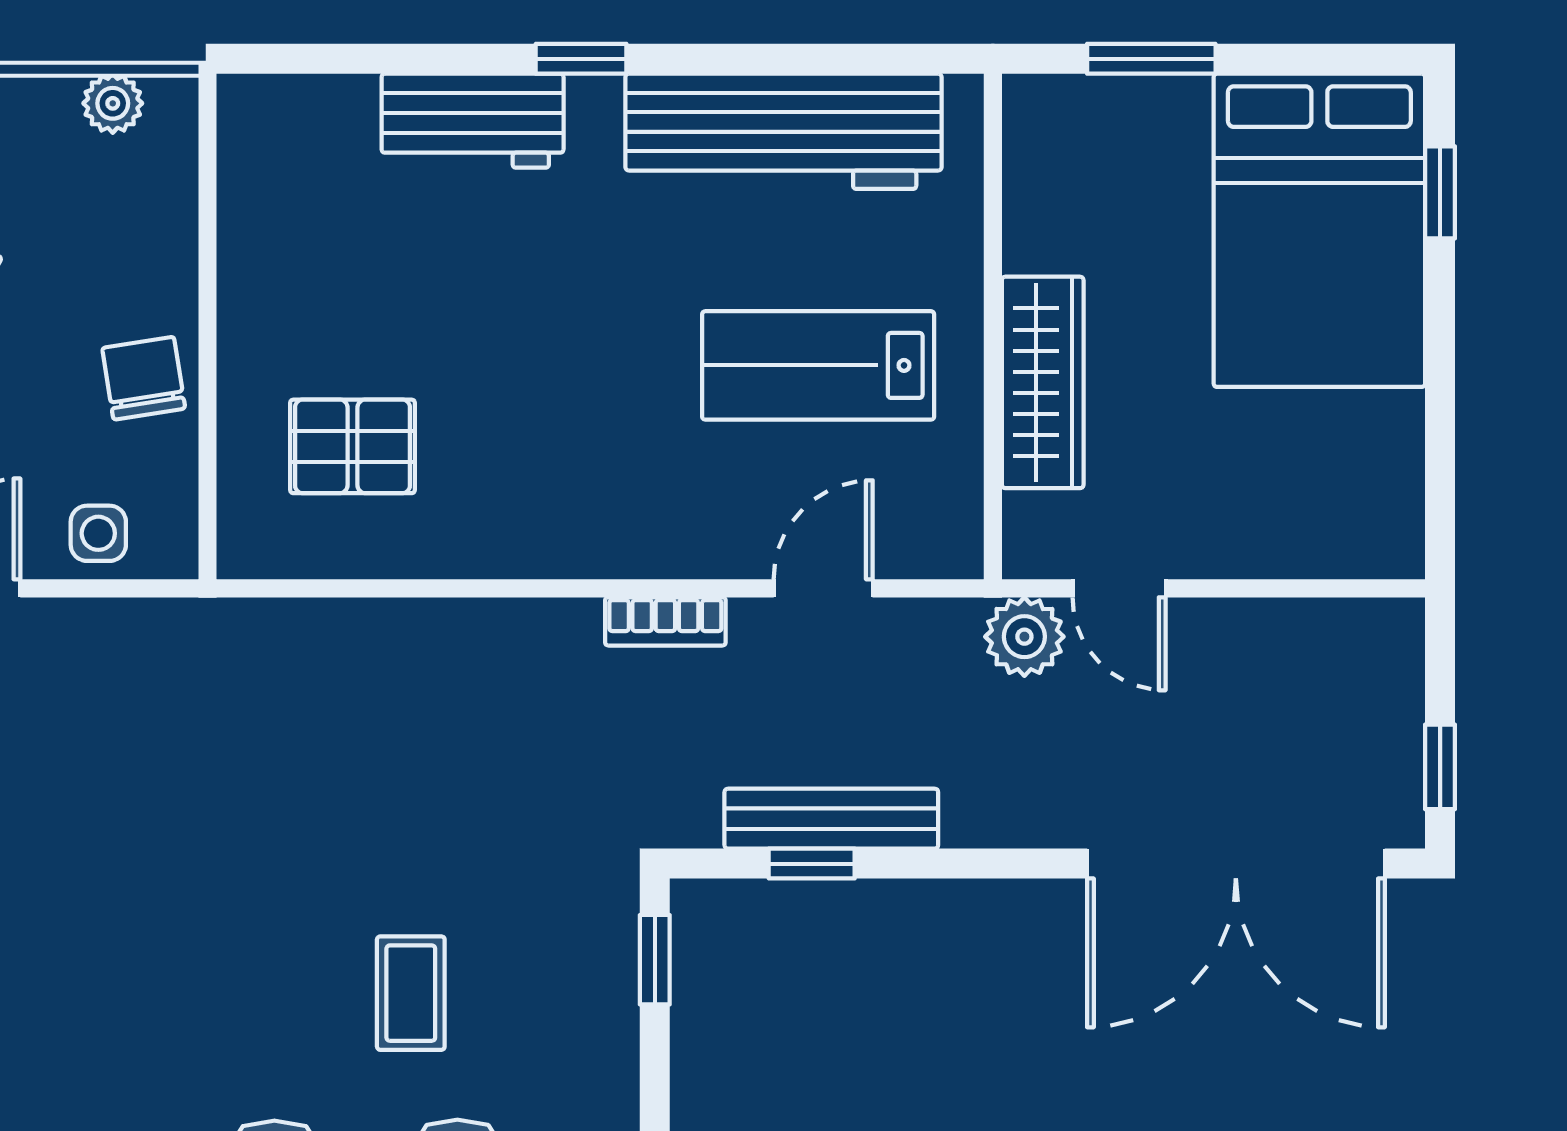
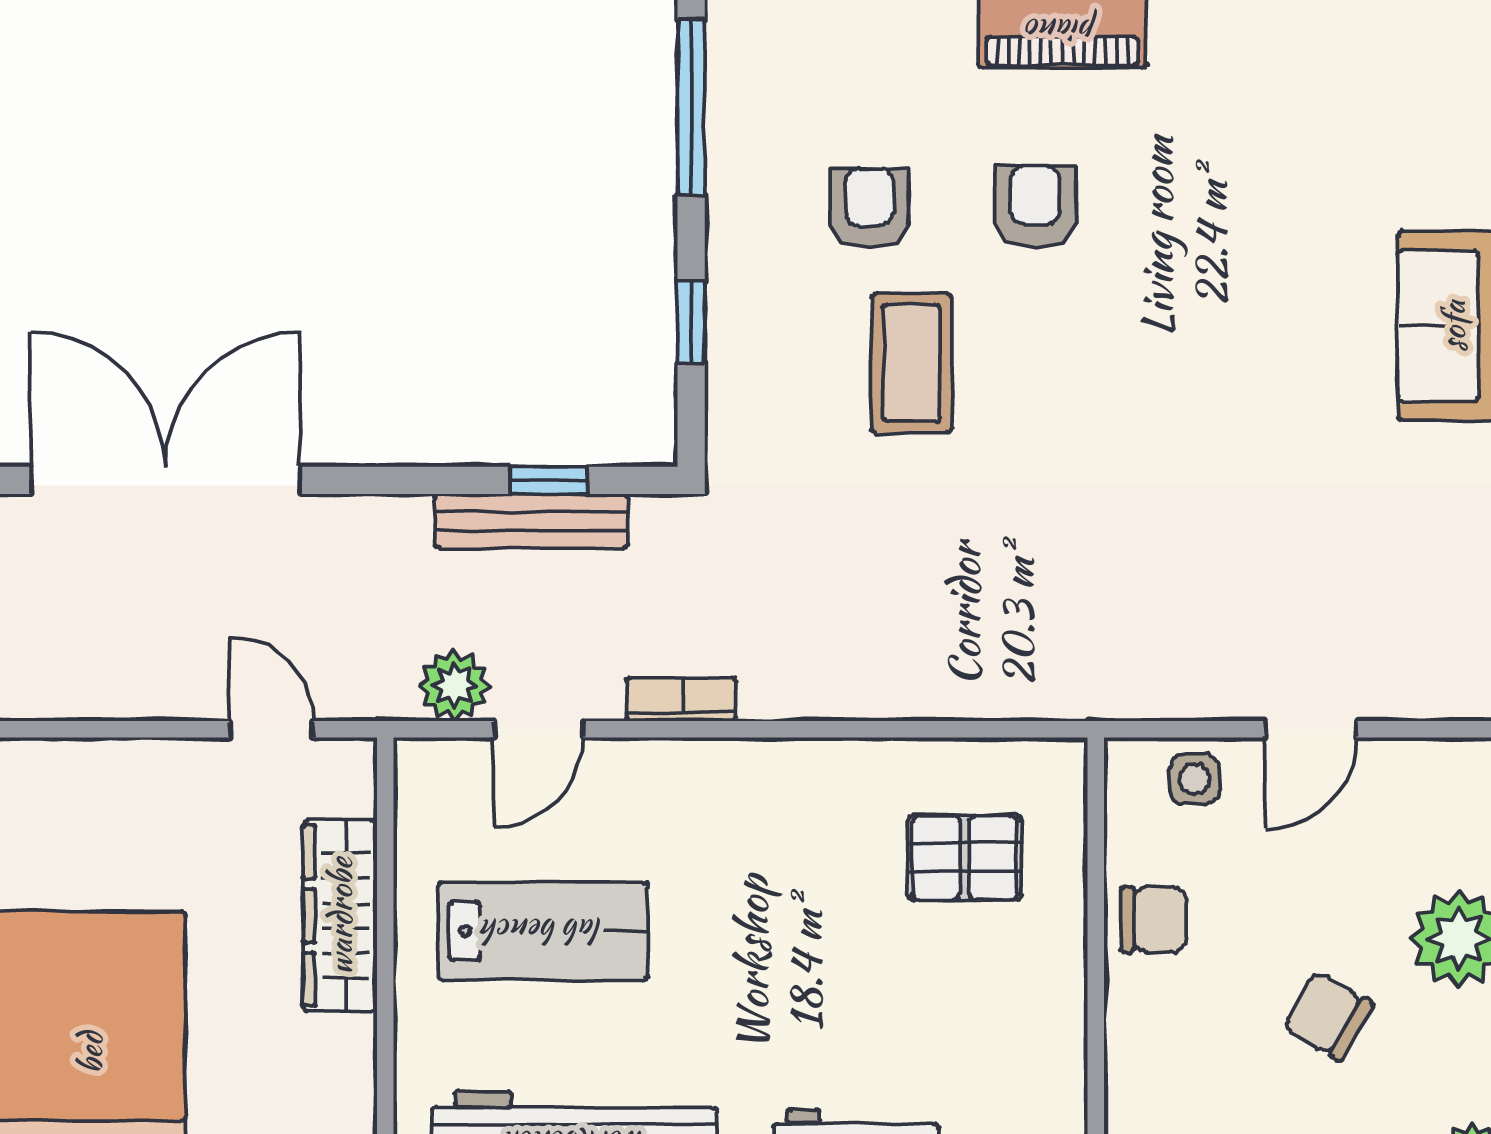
chair: (144, 378) -> (1154, 919), turned -81
plant: (1024, 637) -> (454, 686), moved
window: (655, 960) -> (691, 322), moved
coffee table: (411, 993) -> (912, 363), width x1.36, depth x1.30

